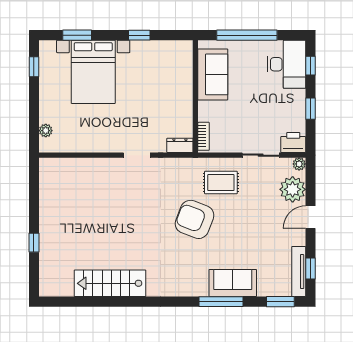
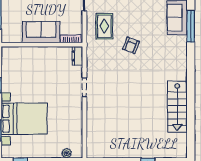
sofa: (213, 74) -> (41, 32), moved
armchair: (195, 219) -> (131, 45), width x0.53, depth x0.53

